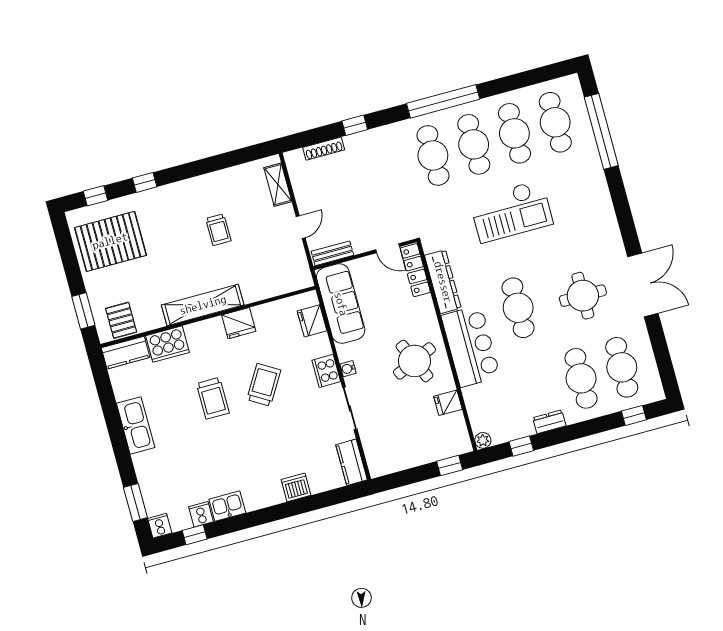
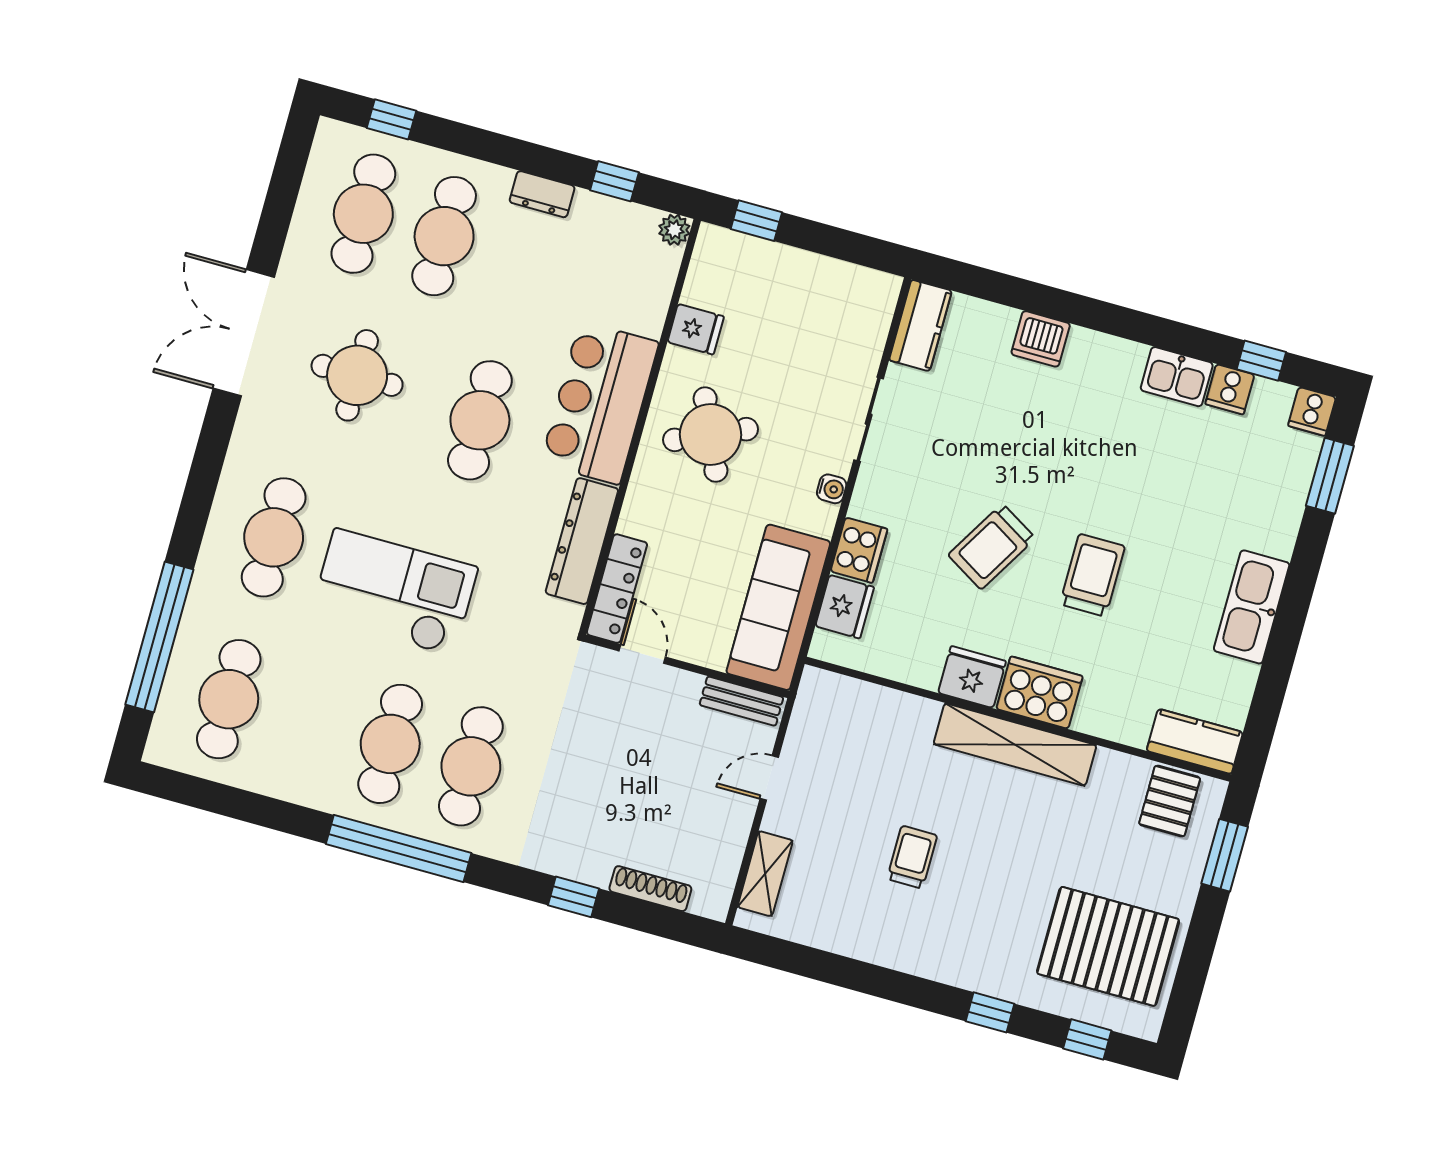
cafe table: (514, 133) -> (274, 537), moved
cooker: (167, 344) -> (1039, 693), moved
cooker: (326, 371) -> (859, 550), moved

